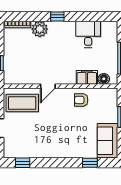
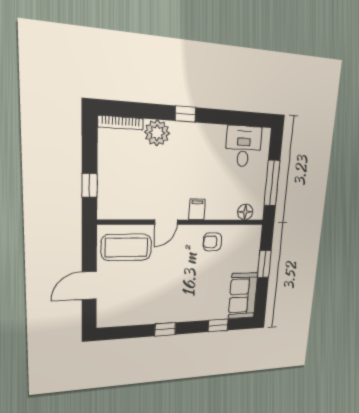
desk: (88, 34) -> (243, 146), moved
filing cabinet: (87, 77) -> (197, 209), moved, width x0.50
window: (23, 163) -> (165, 329), moved

